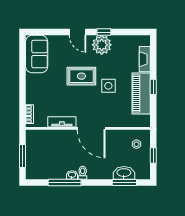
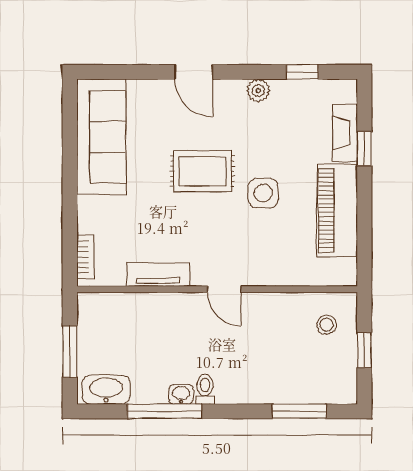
window: (104, 32) -> (302, 72), moved
plant: (102, 45) -> (258, 91), width x0.53, depth x0.53
sofa: (37, 54) -> (101, 137), width x1.36
window: (153, 87) -> (364, 149), moved
door: (91, 128) -> (224, 289), width x0.53
washbasin: (124, 173) -> (106, 390), moved

